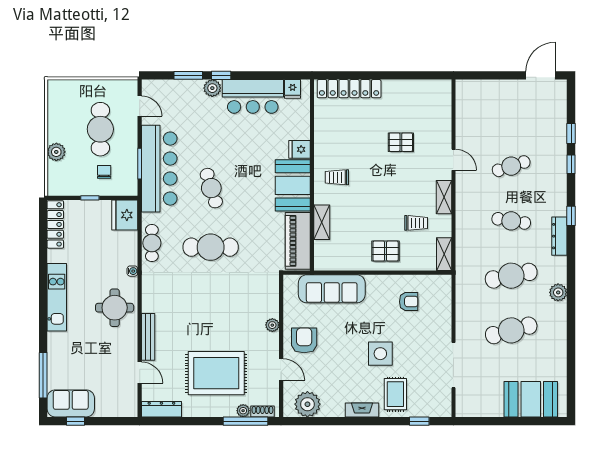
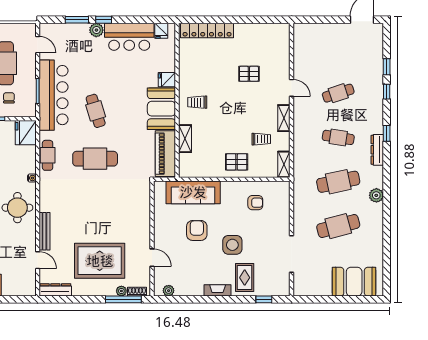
plant: (272, 325) -> (145, 222), removed
armchair: (304, 340) -> (197, 230), moved
plant: (307, 404) -> (169, 291), width x0.53, depth x0.53

